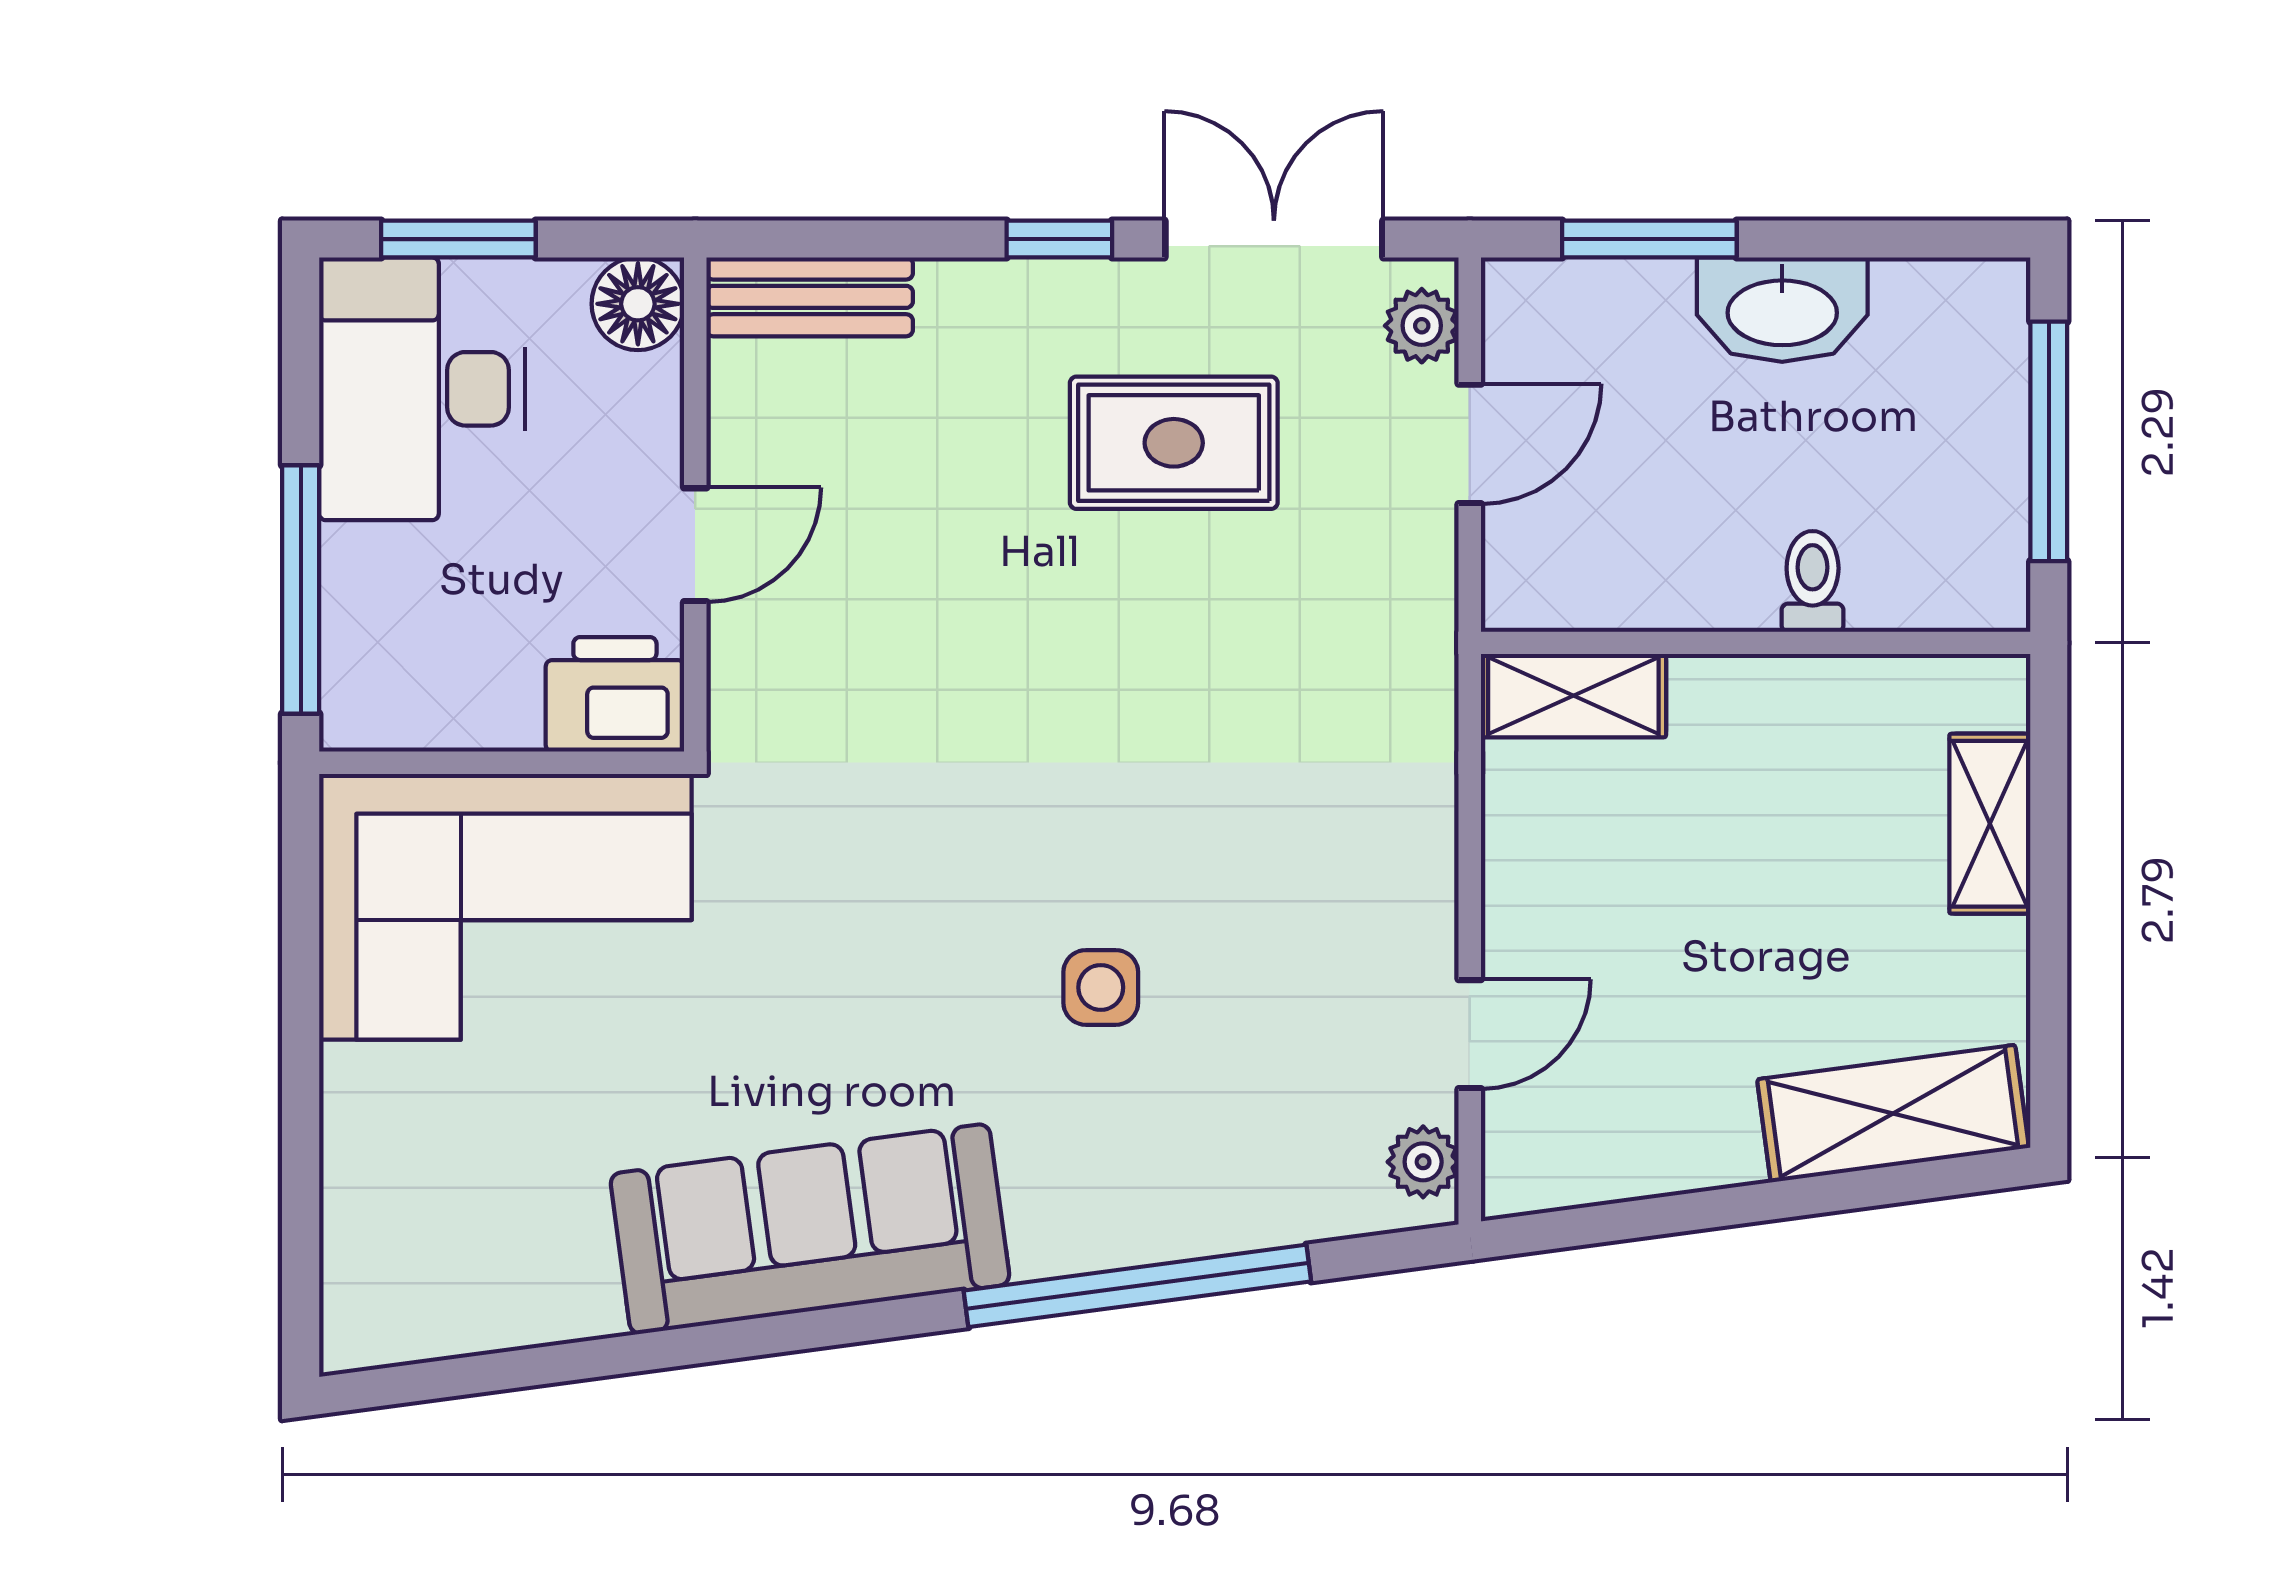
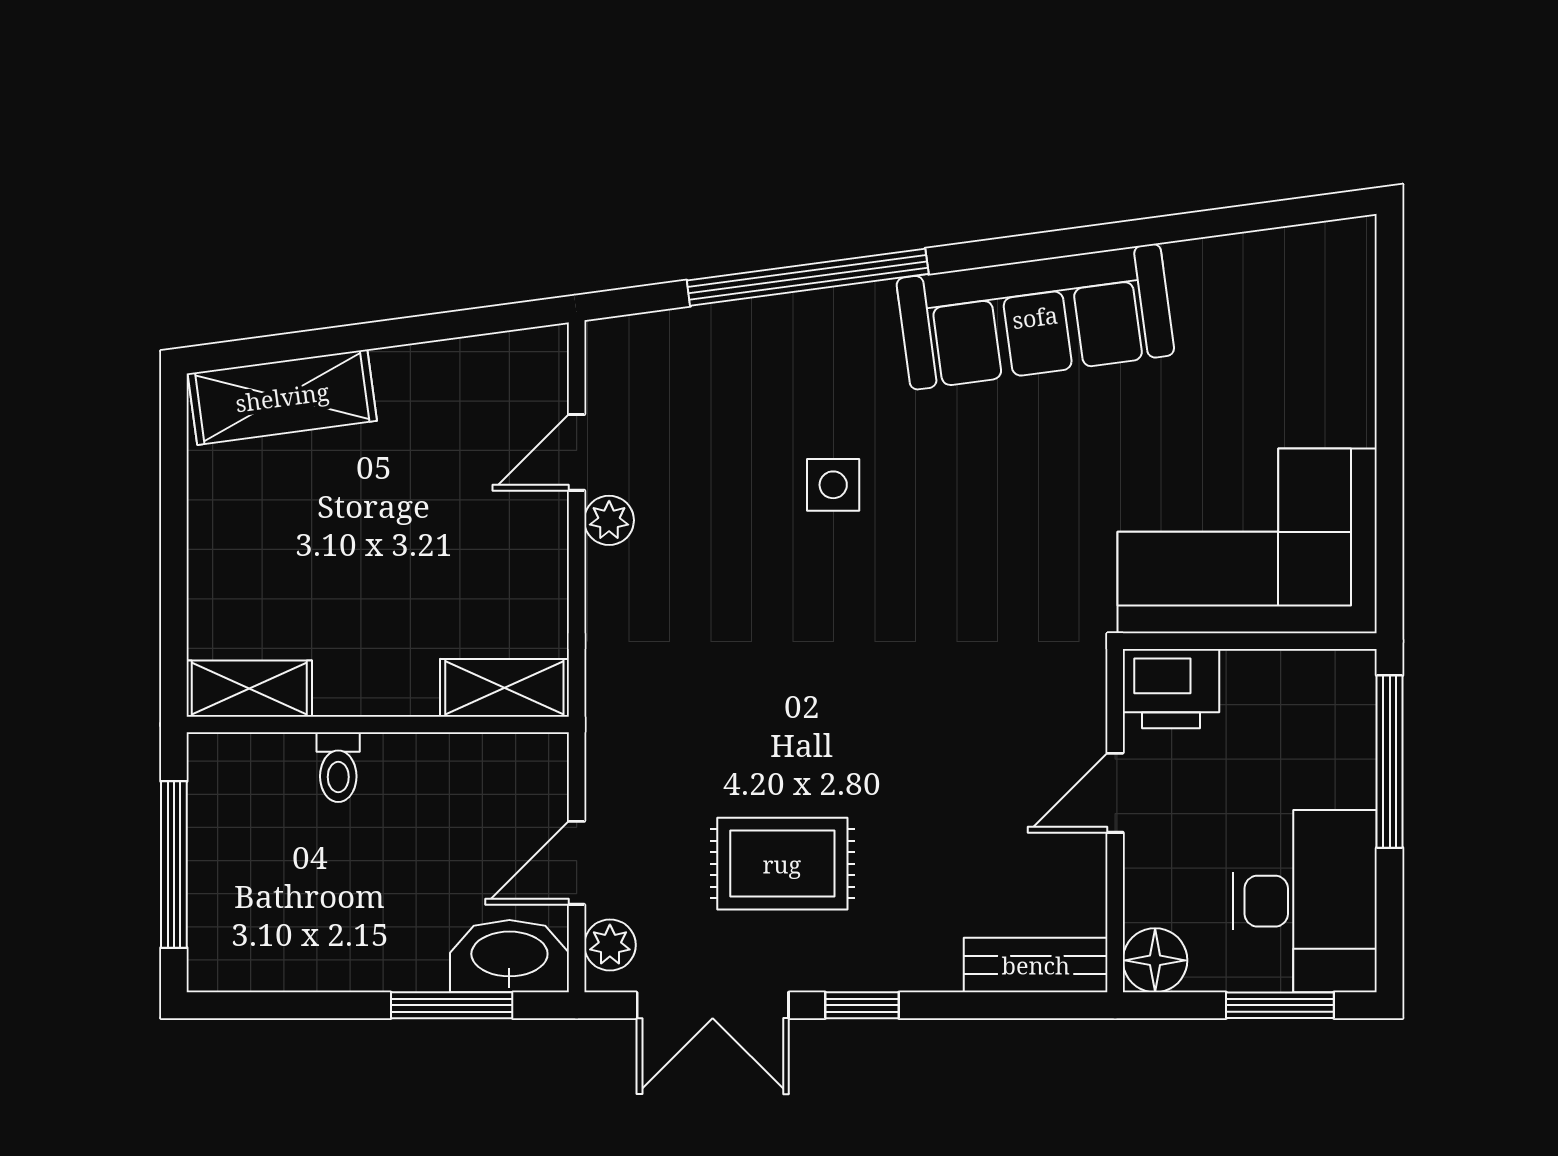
washbasin: (1782, 310) -> (509, 956), moved
shelving: (1990, 824) -> (249, 689), moved, turned 90
plant: (1423, 1162) -> (609, 520), moved

